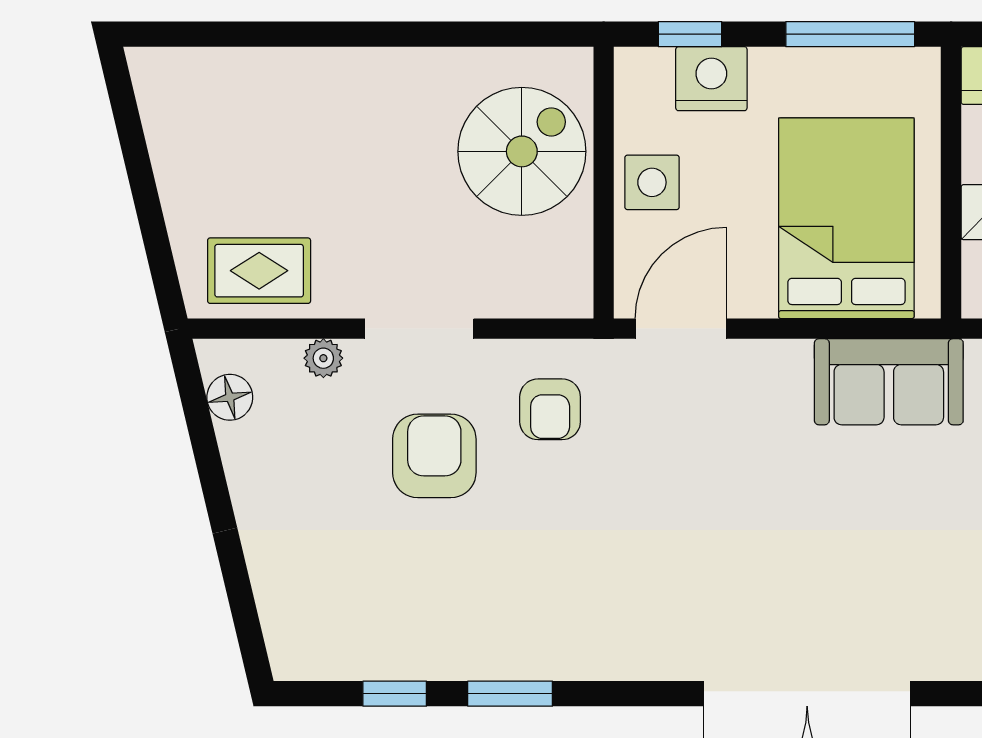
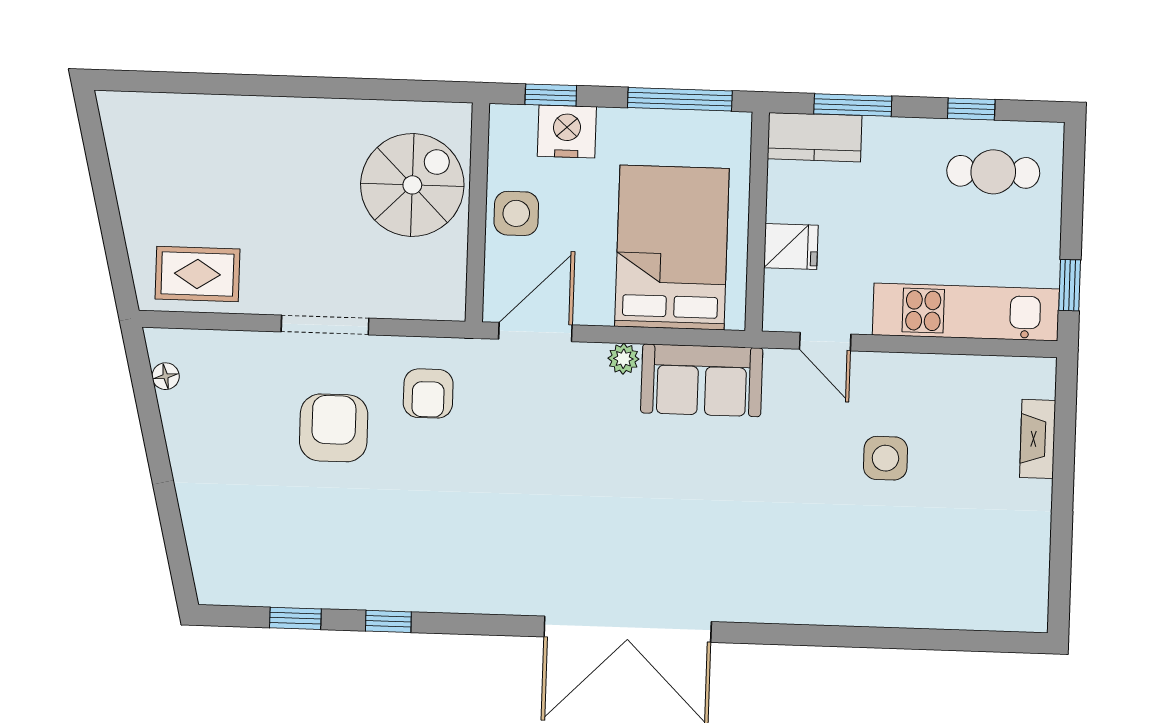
plant: (323, 358) -> (623, 359), moved
floor lamp: (230, 397) -> (166, 376), width x0.73, depth x0.73
window: (510, 694) -> (388, 621), width x0.67

